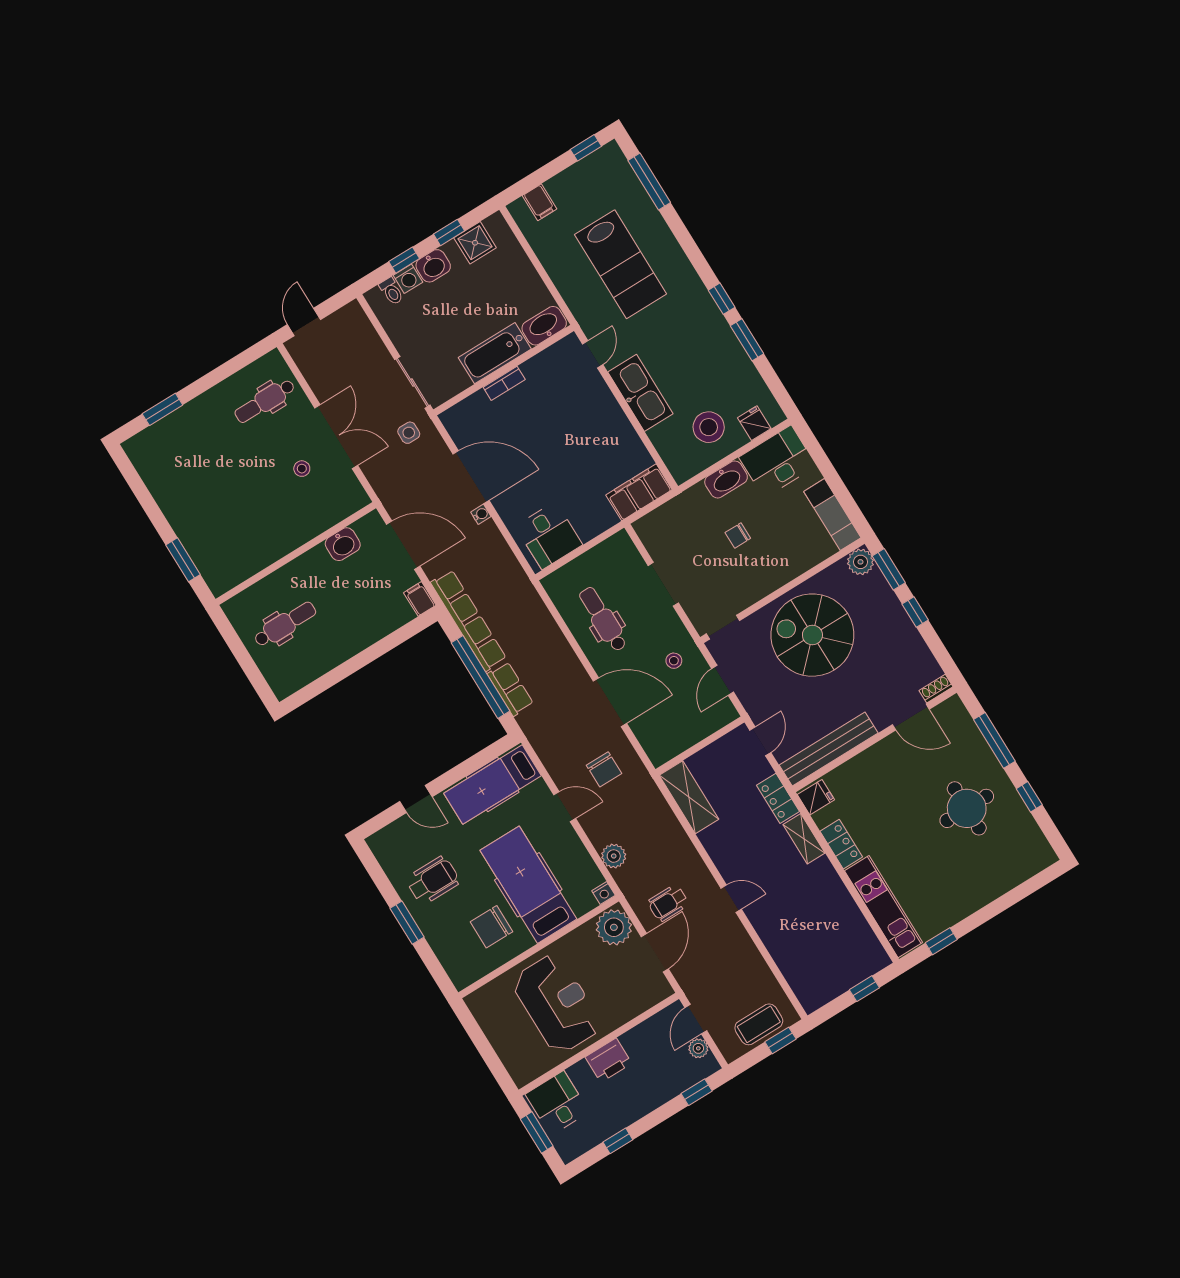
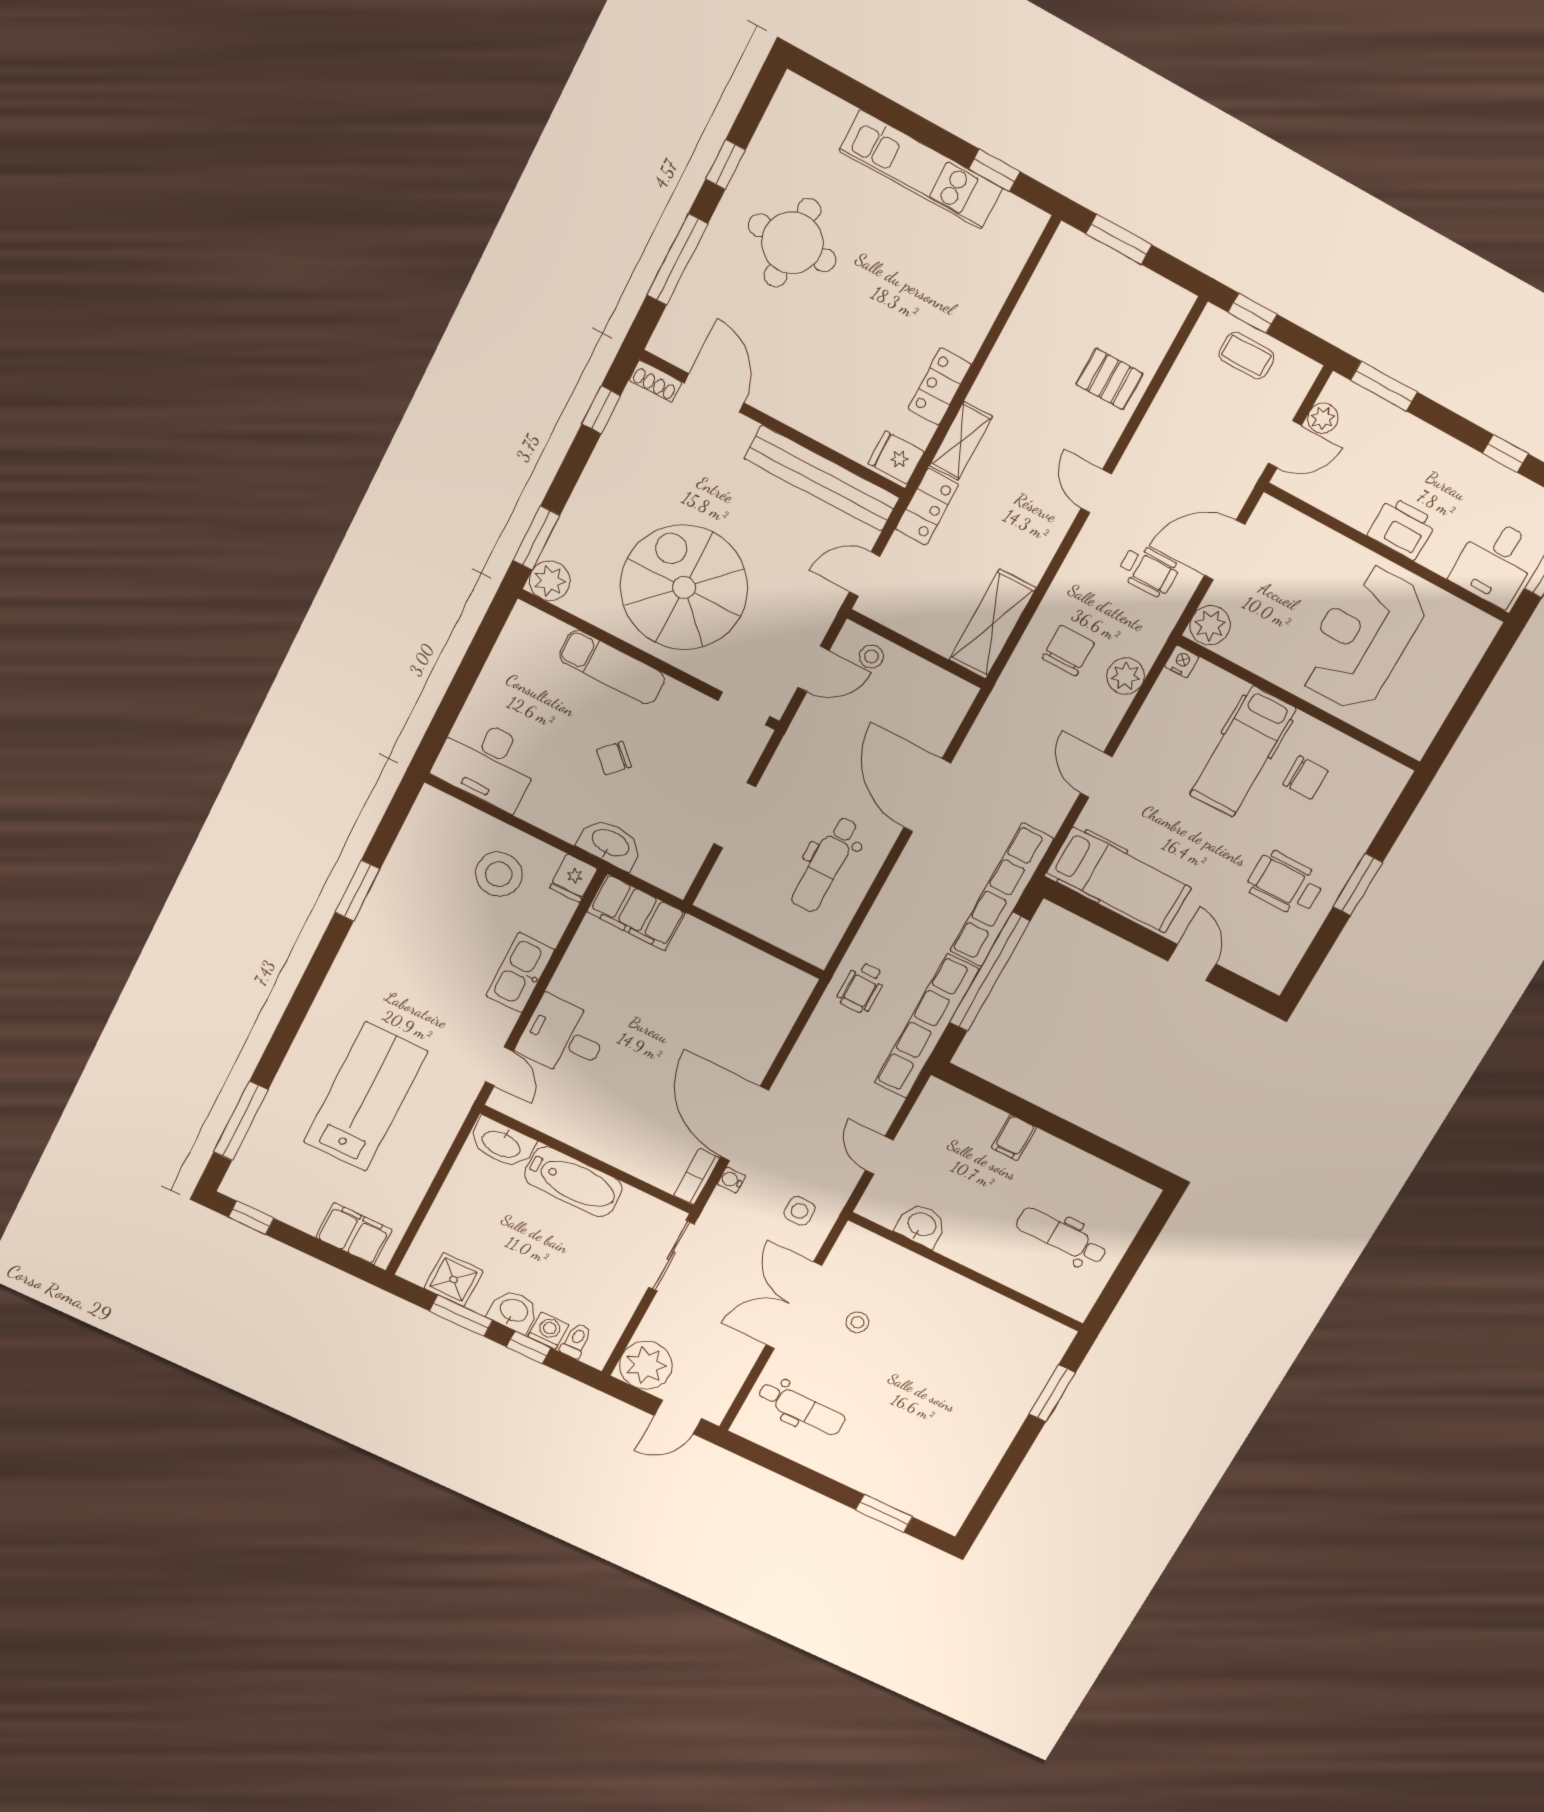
filing cabinet: (540, 202) -> (354, 1234), width x2.00
window: (449, 232) -> (461, 1316), width x1.50
window: (722, 299) -> (327, 951), removed
plant: (350, 324) -> (646, 1365), added
door: (593, 354) -> (499, 1066), swing flipped
bookcase: (504, 383) -> (697, 1177), moved, turned -90
kitchen sink: (640, 393) -> (520, 973), width x0.73, depth x0.81
fridge: (754, 423) -> (573, 878), moved
side table: (409, 433) -> (800, 1211), moved
washbasin: (726, 479) -> (610, 844), moved
water cooler: (481, 514) -> (731, 1180), moved
exam couch: (832, 515) -> (612, 667), moved, turned 90
chair: (738, 535) -> (614, 758), turned 134
desk: (549, 536) -> (563, 1037), moved, turned -90
door: (403, 545) -> (879, 1155), width x0.53
wheelchair: (515, 596) -> (862, 988), added
filing cabinet: (420, 599) -> (1014, 1138), moved
window: (915, 612) -> (601, 410), moved
spiral stairs: (812, 635) -> (684, 587), turned 180
stool: (674, 661) -> (871, 656), moved
row of seats: (510, 689) -> (1002, 895), width x2.02
chair: (604, 769) -> (1068, 651), moved
hospital bed: (528, 885) -> (1243, 752), width x0.73, depth x0.78
kitchen unit: (883, 907) -> (921, 169), moved, turned -90
chair: (492, 927) -> (1305, 778), width x0.73, depth x0.73
plant: (614, 927) -> (1210, 625), width x0.73, depth x0.73
pallet: (790, 941) -> (1109, 379), added
window: (864, 989) -> (1119, 239), width x1.50
coffee table: (759, 1024) -> (1246, 356), width x0.73, depth x0.77
window: (697, 1092) -> (1384, 386), width x1.50

